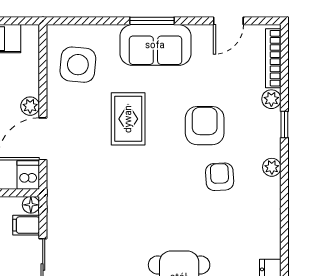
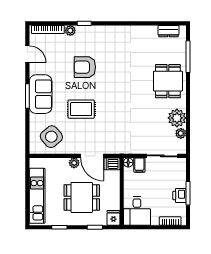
side table: (78, 65) -> (51, 137), turned 45
plant: (272, 167) -> (108, 30), removed
armchair: (220, 177) -> (113, 59), removed

